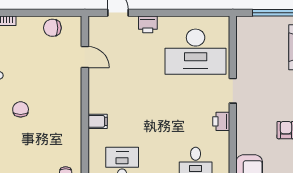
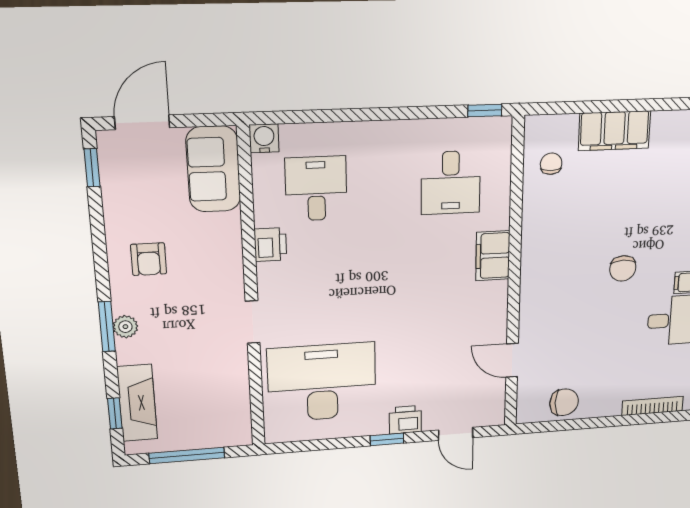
window: (159, 13) -> (387, 439), added
filing cabinet: (98, 121) -> (493, 256), width x2.00
printer: (221, 121) -> (270, 245), moved

